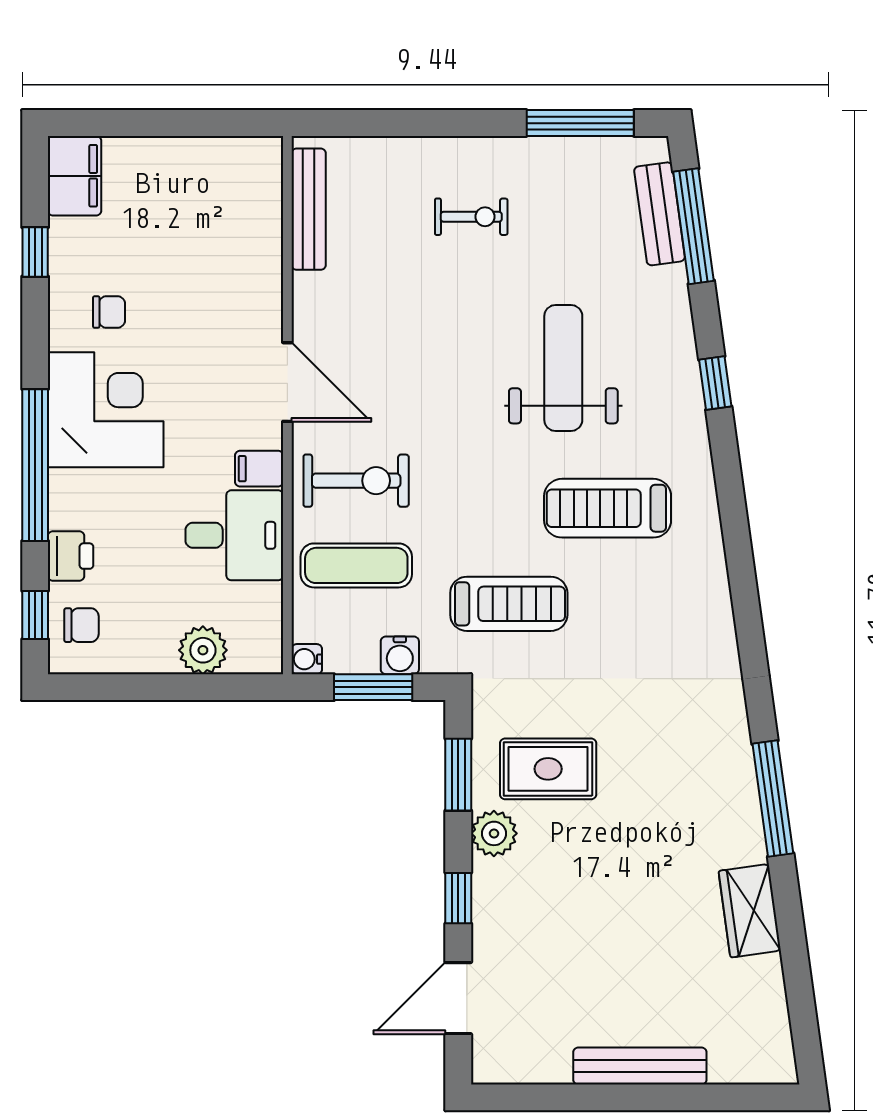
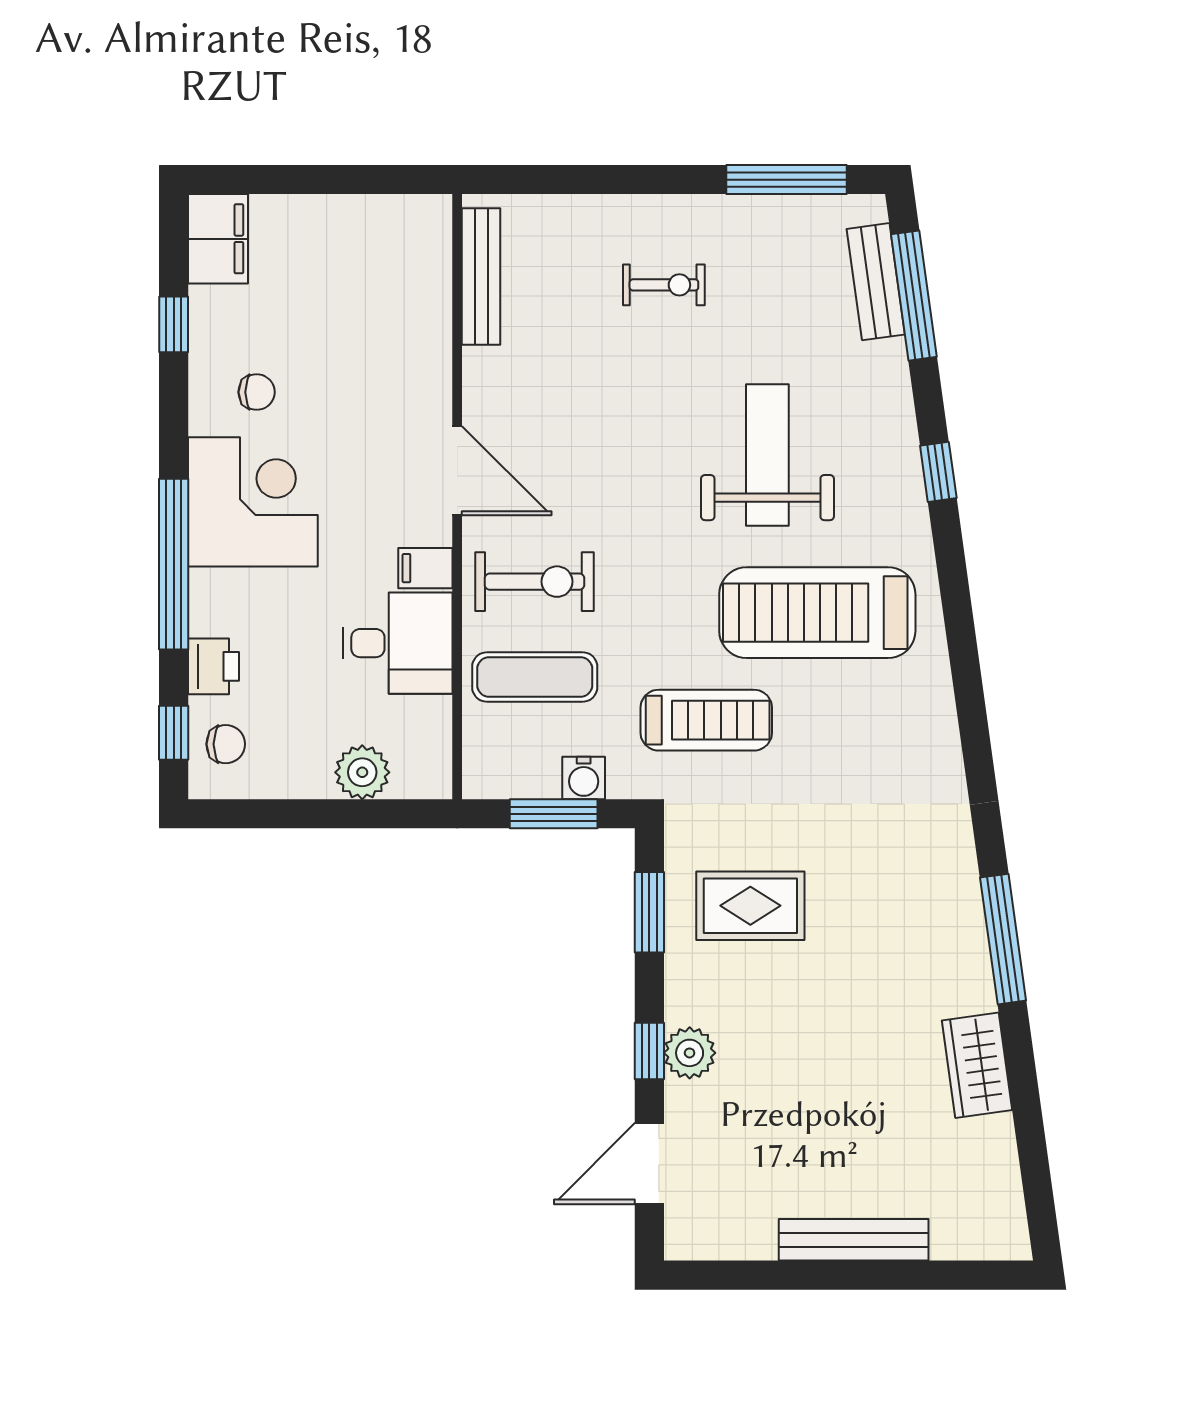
treadmill: (608, 508) -> (817, 613), width x1.37, depth x1.38
water cooler: (307, 659) -> (479, 782), removed
plant: (494, 833) -> (690, 1053), moved

